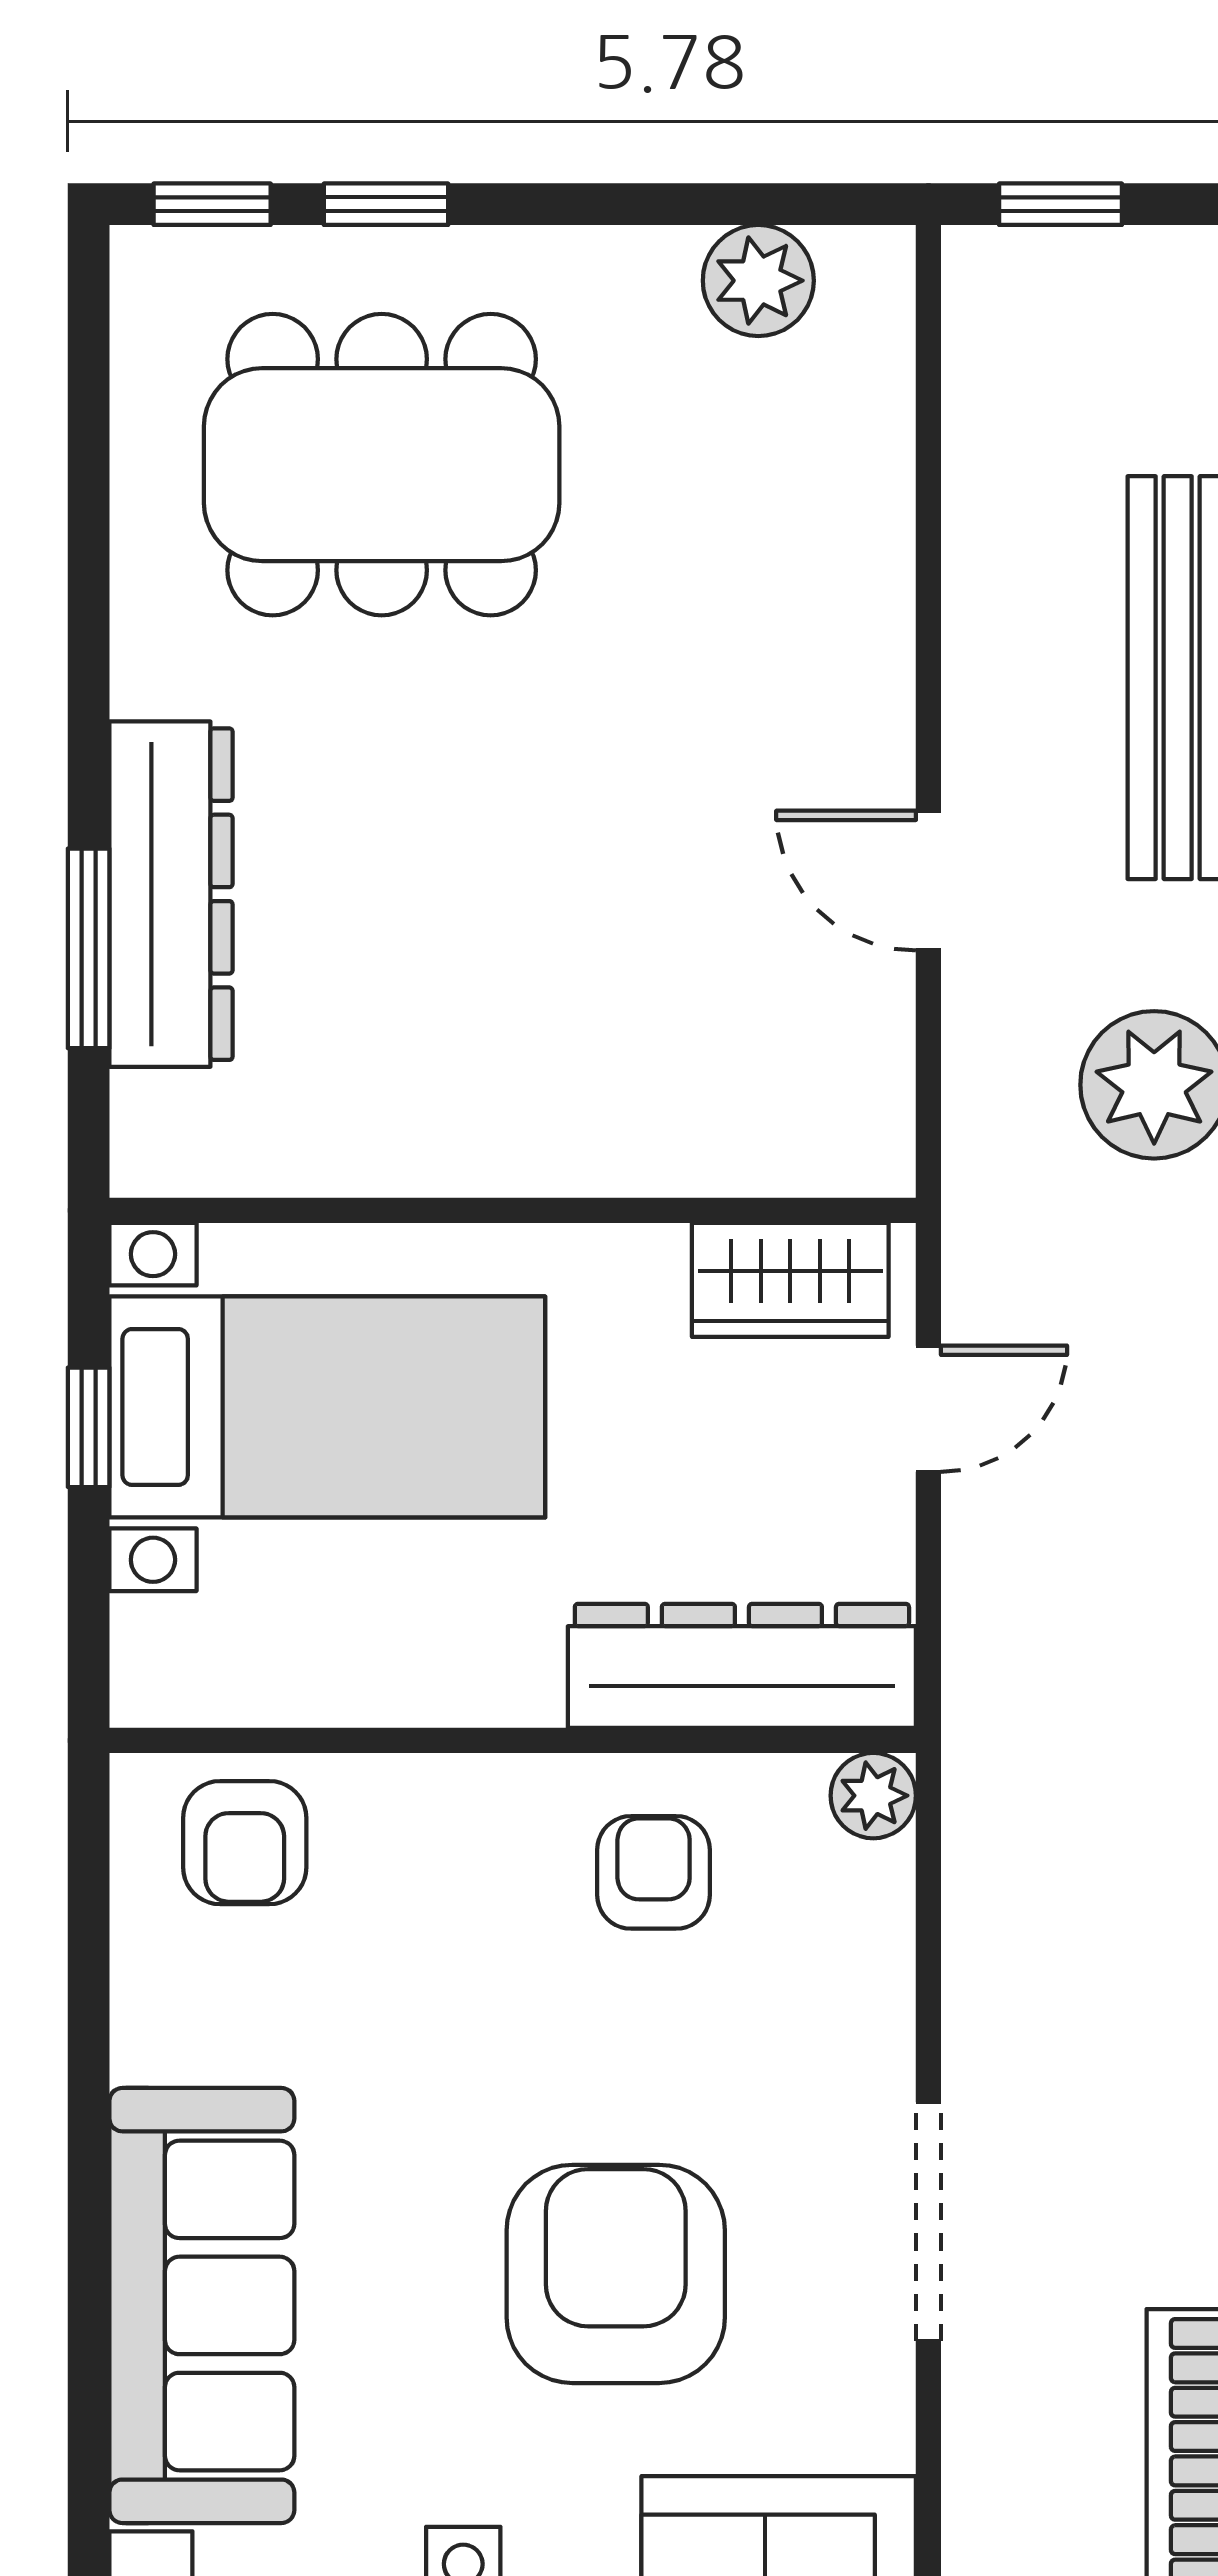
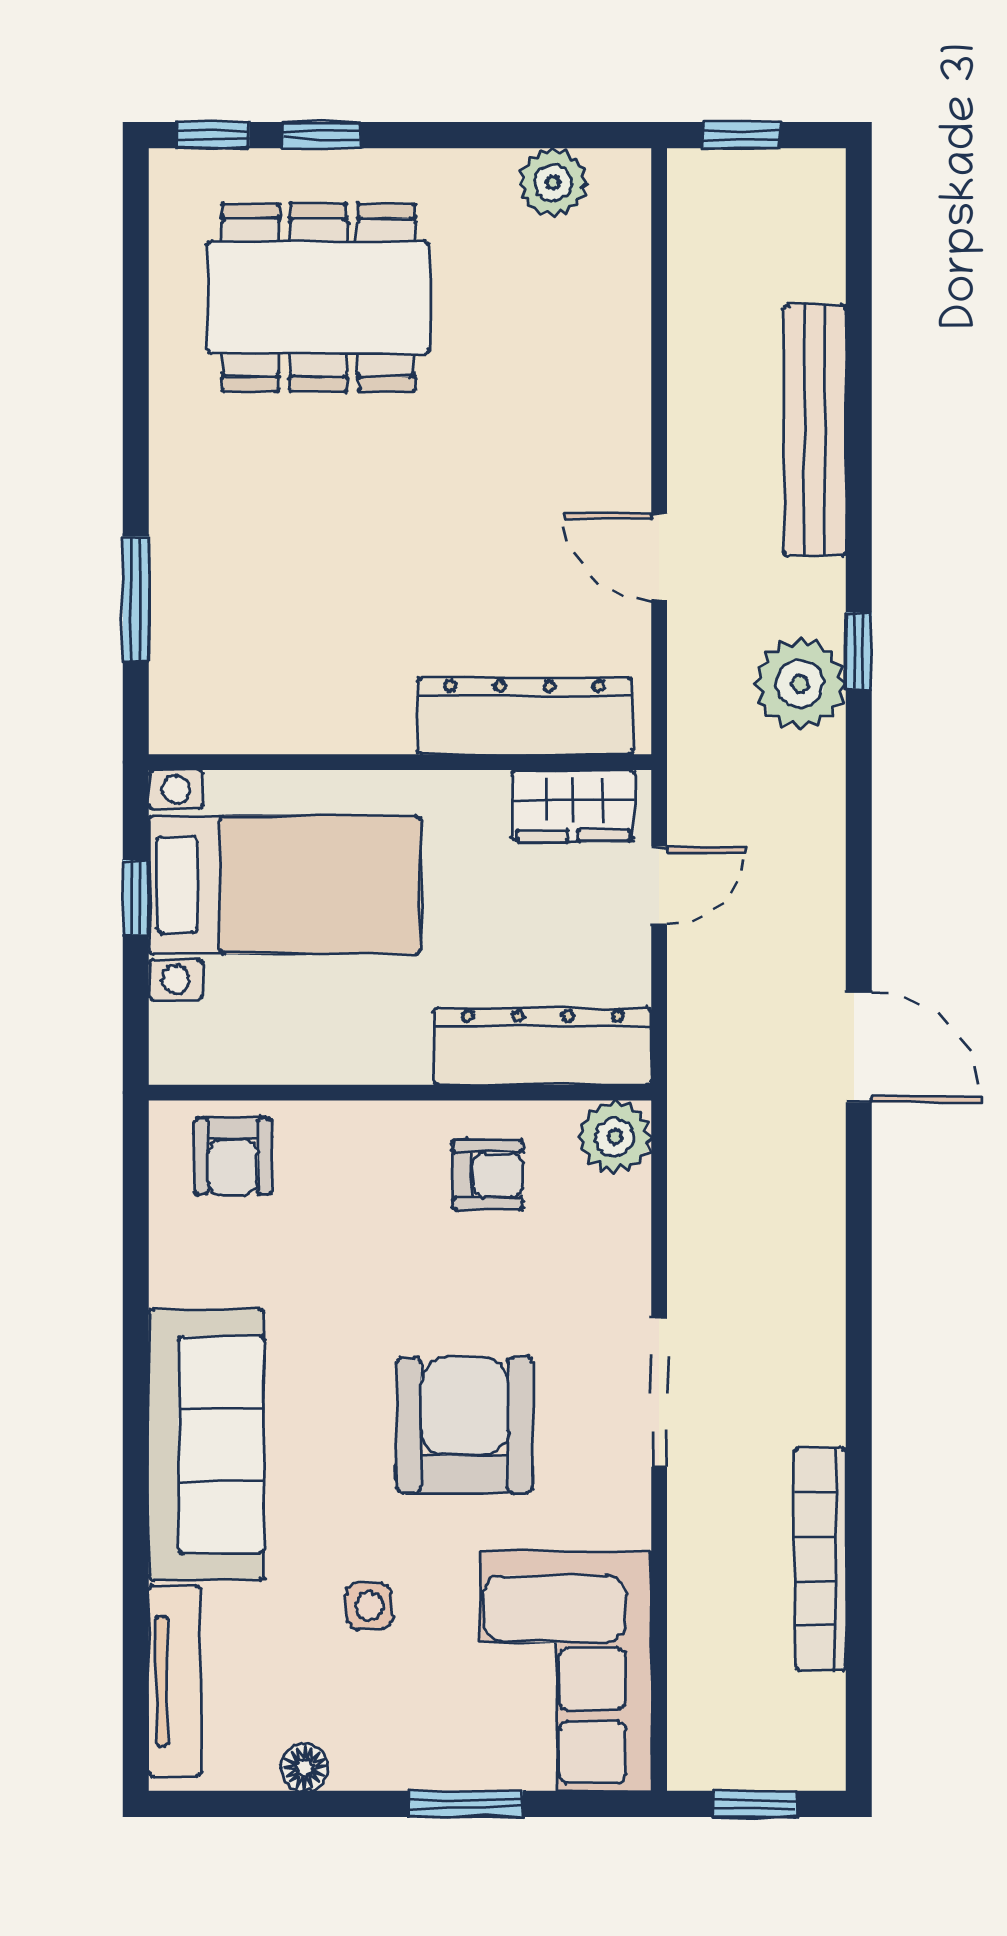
dresser: (171, 894) -> (525, 716), moved, turned -90
plant: (873, 1796) -> (615, 1137), width x1.38, depth x1.38
armchair: (654, 1872) -> (488, 1175), turned 90

